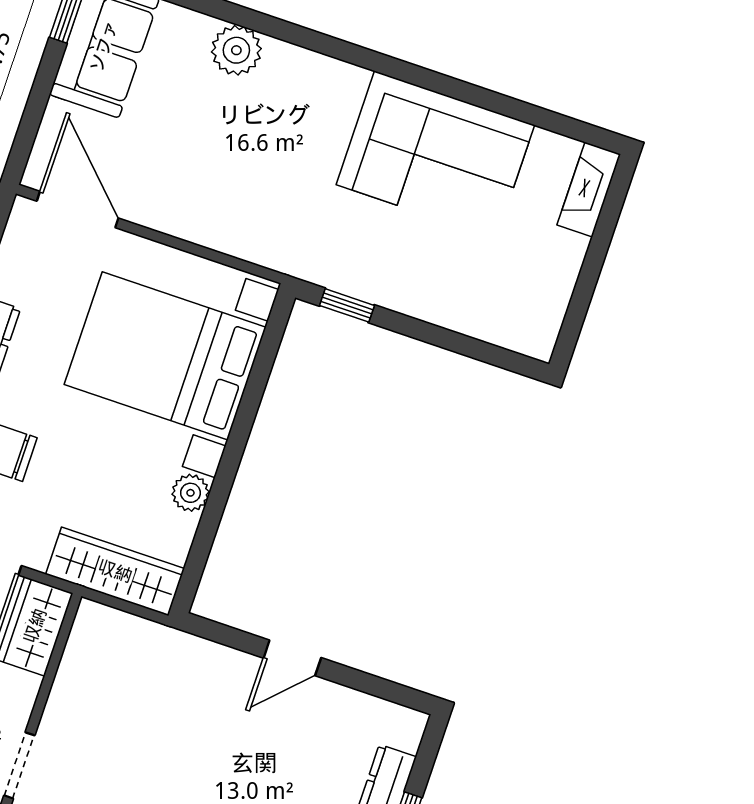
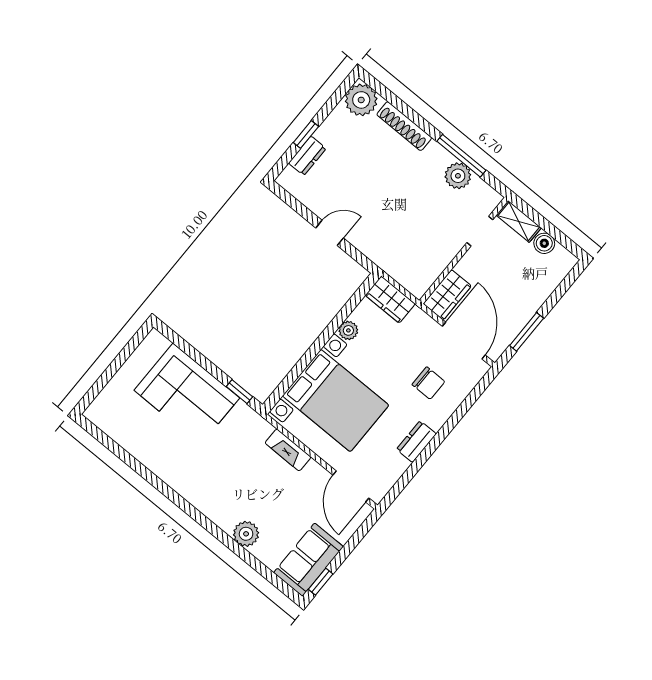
corner sofa: (435, 155) -> (187, 394), moved, turned 180
fireplace: (589, 190) -> (288, 450), moved, turned 90
wardrobe: (115, 571) -> (390, 300), width x0.67

